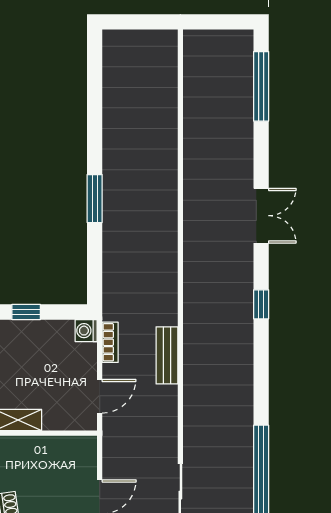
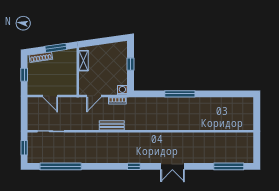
window: (95, 199) -> (180, 94), width x1.44
door: (100, 396) -> (94, 96), hinge flipped

